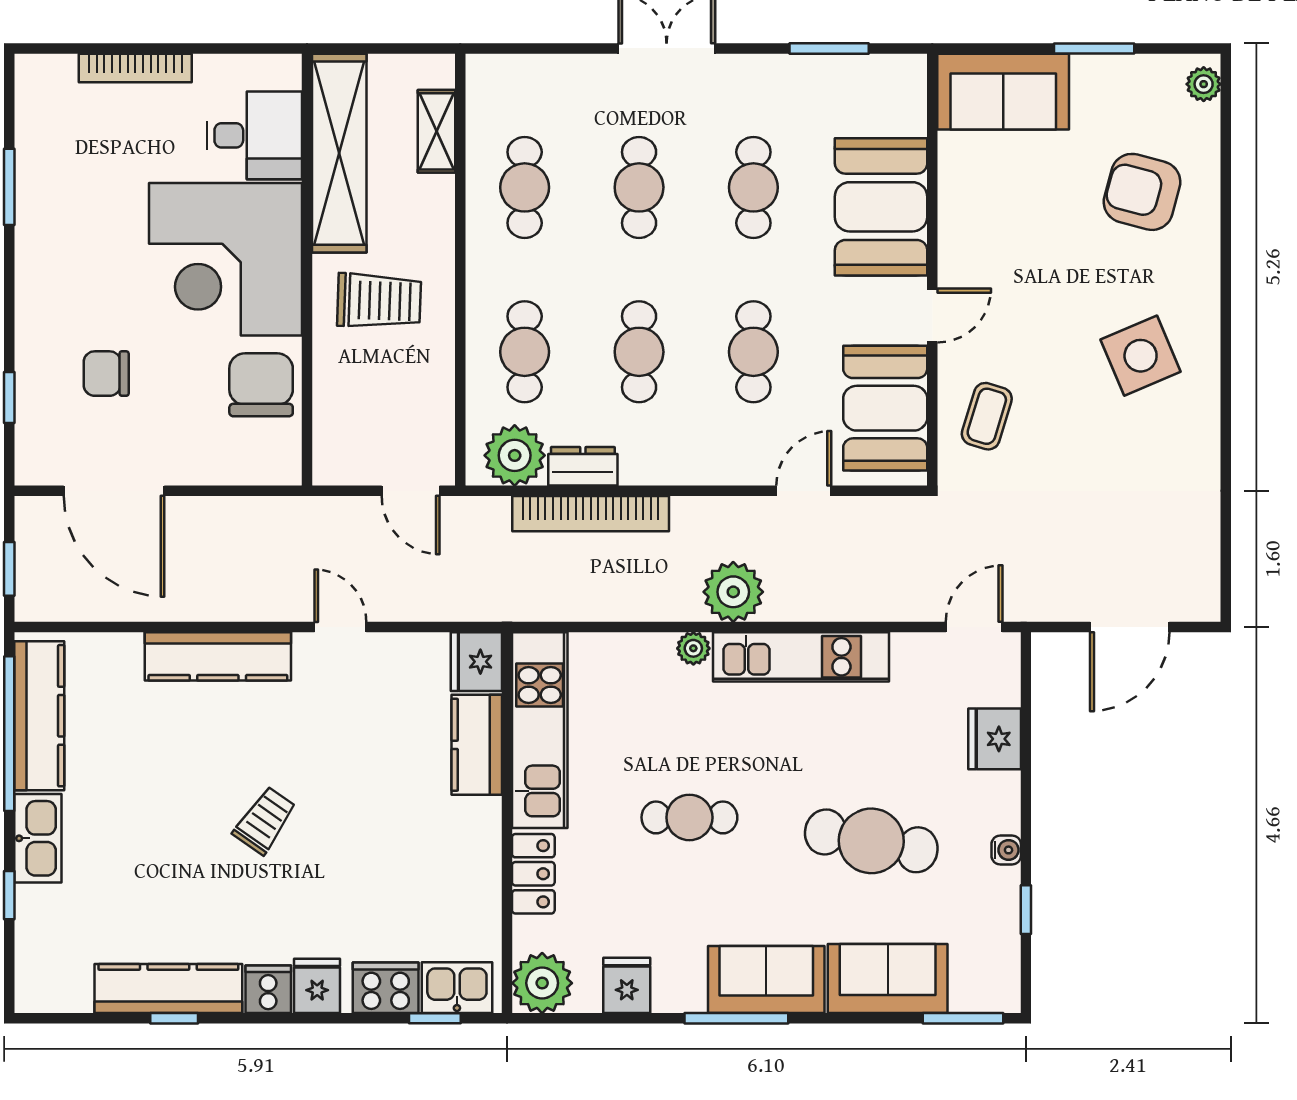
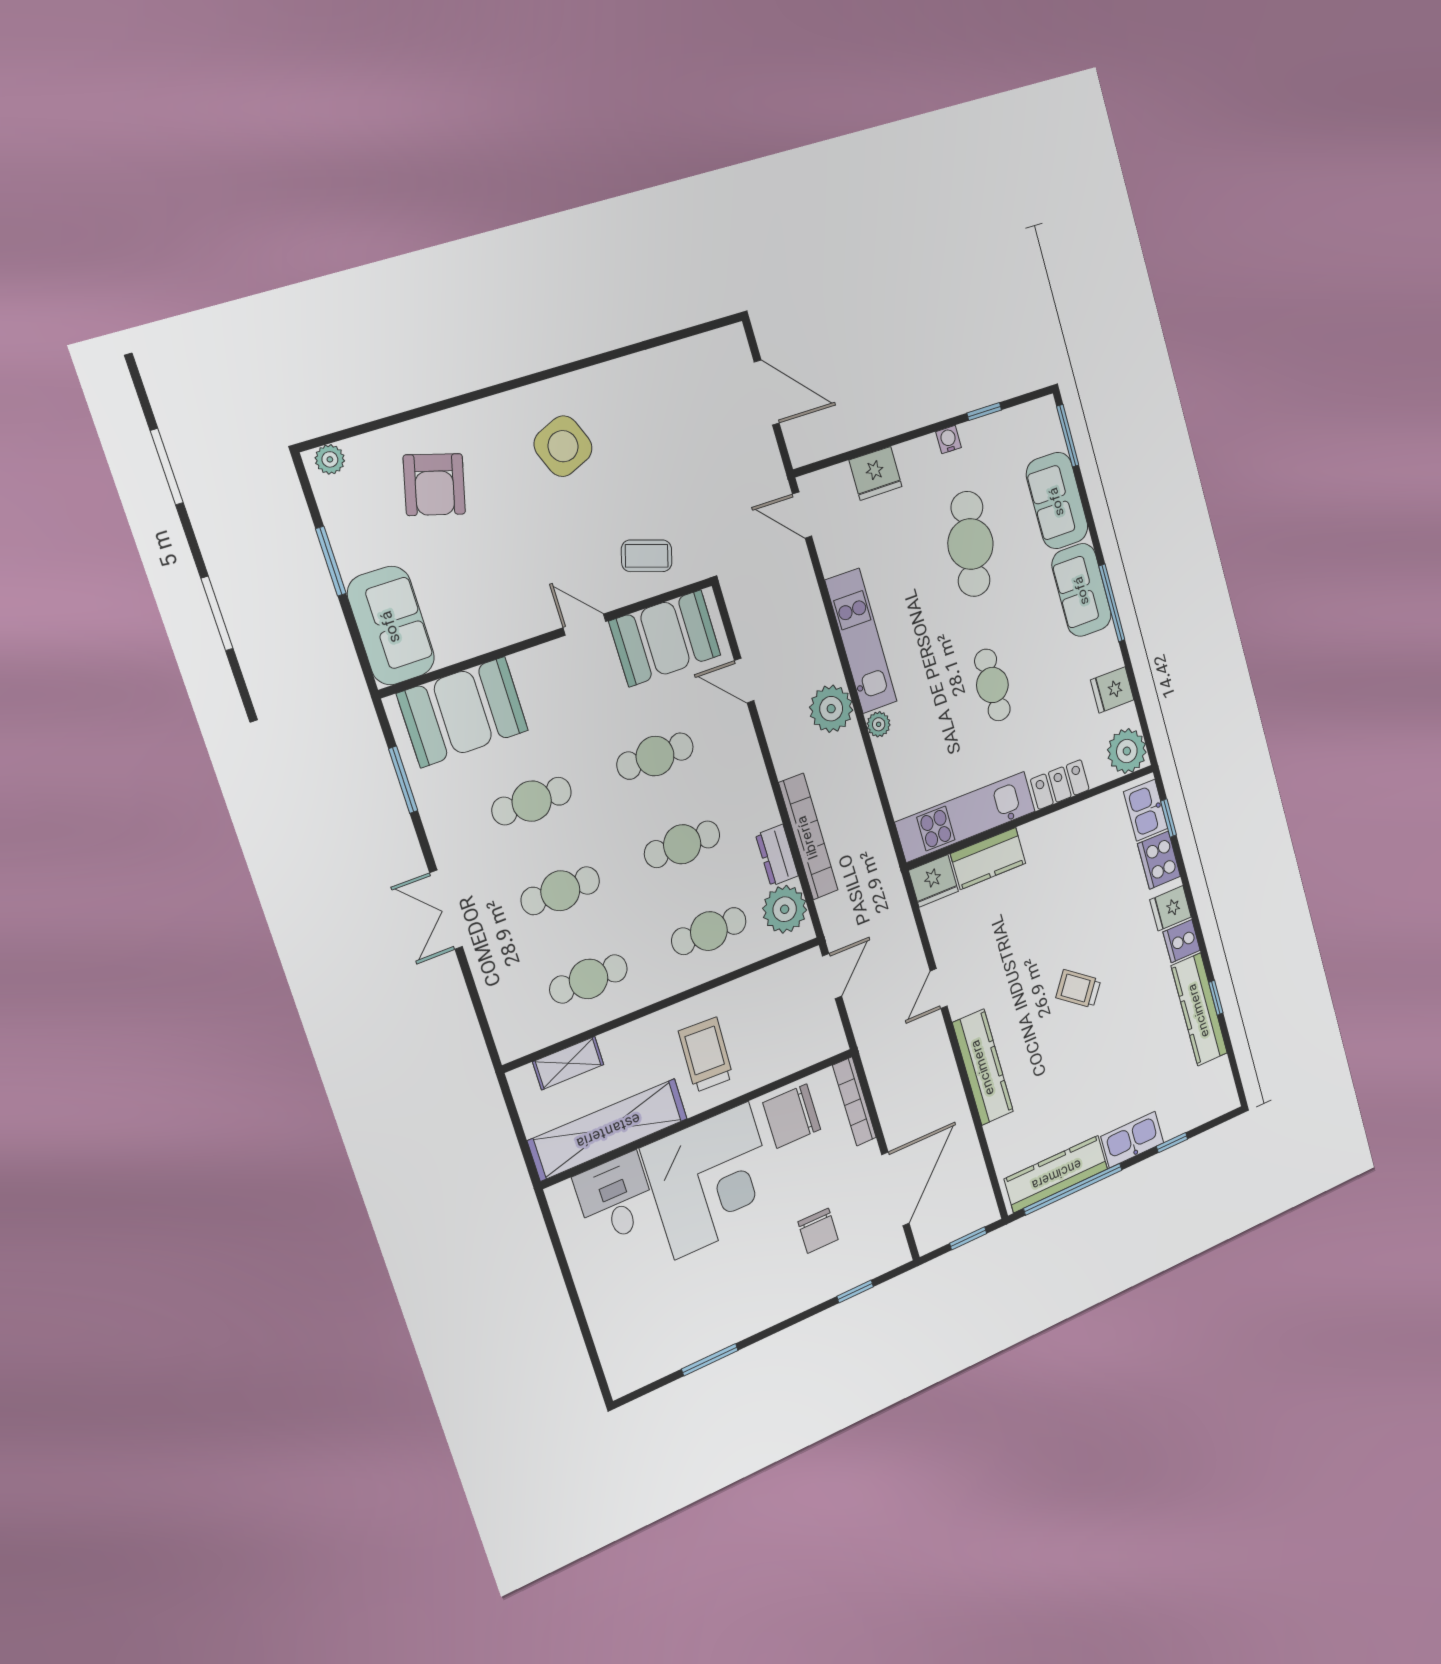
bookcase: (135, 68) -> (854, 1101), moved, turned 180
booth: (881, 207) -> (463, 712), moved

